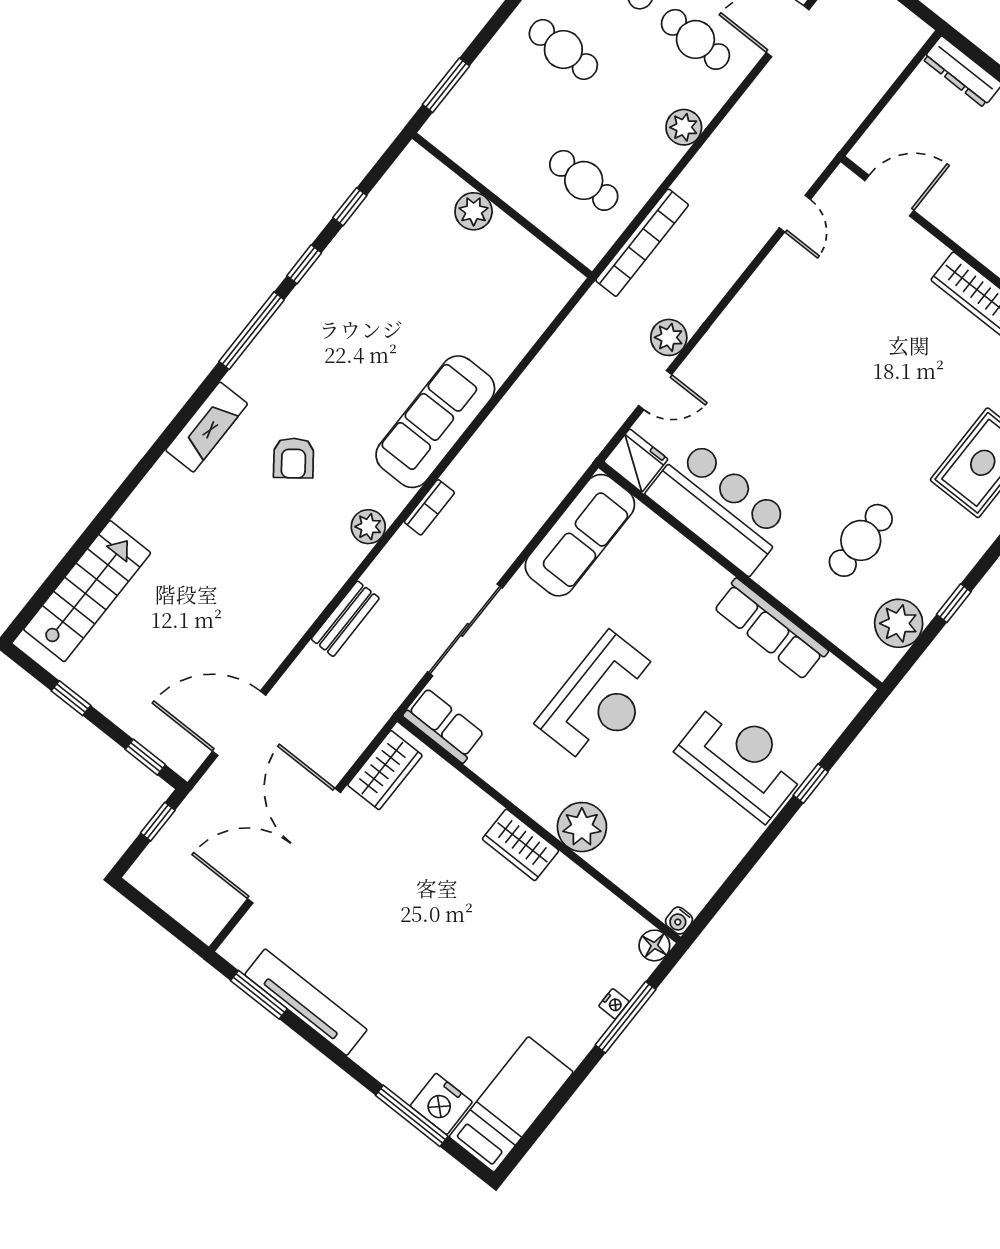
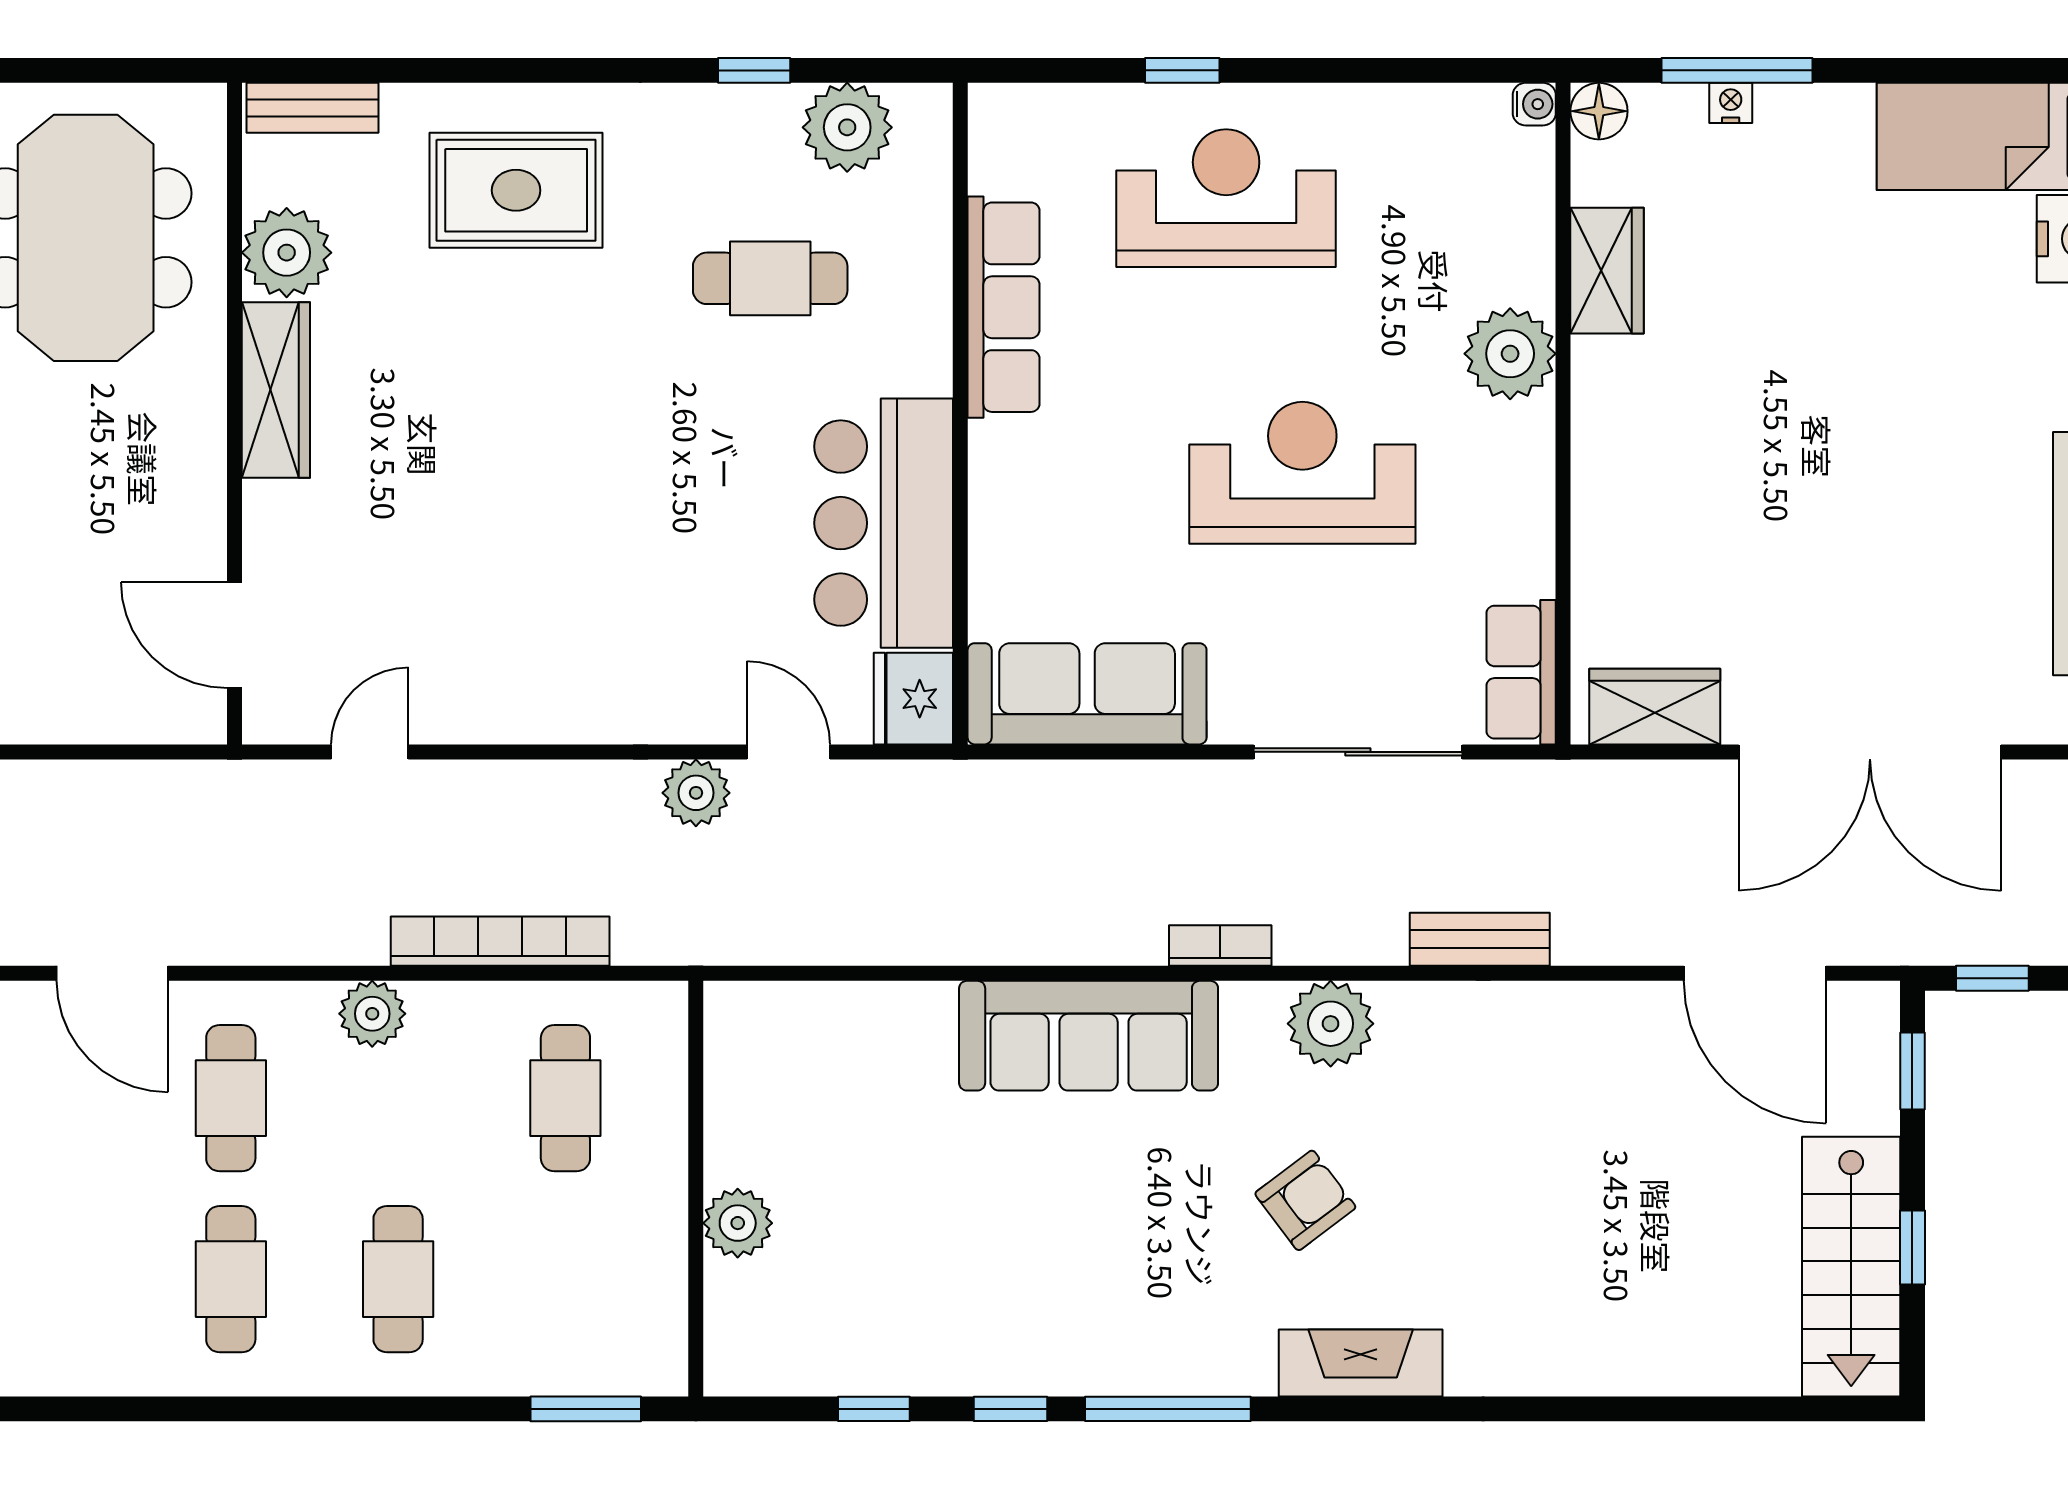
bookcase: (642, 243) -> (500, 941), moved
plant: (368, 527) -> (1331, 1024), width x1.36, depth x1.36
stairs: (87, 591) -> (1851, 1267), moved, turned -90
reception desk: (742, 759) -> (1226, 198), turned 90
wardrobe: (521, 845) -> (1607, 271), moved

